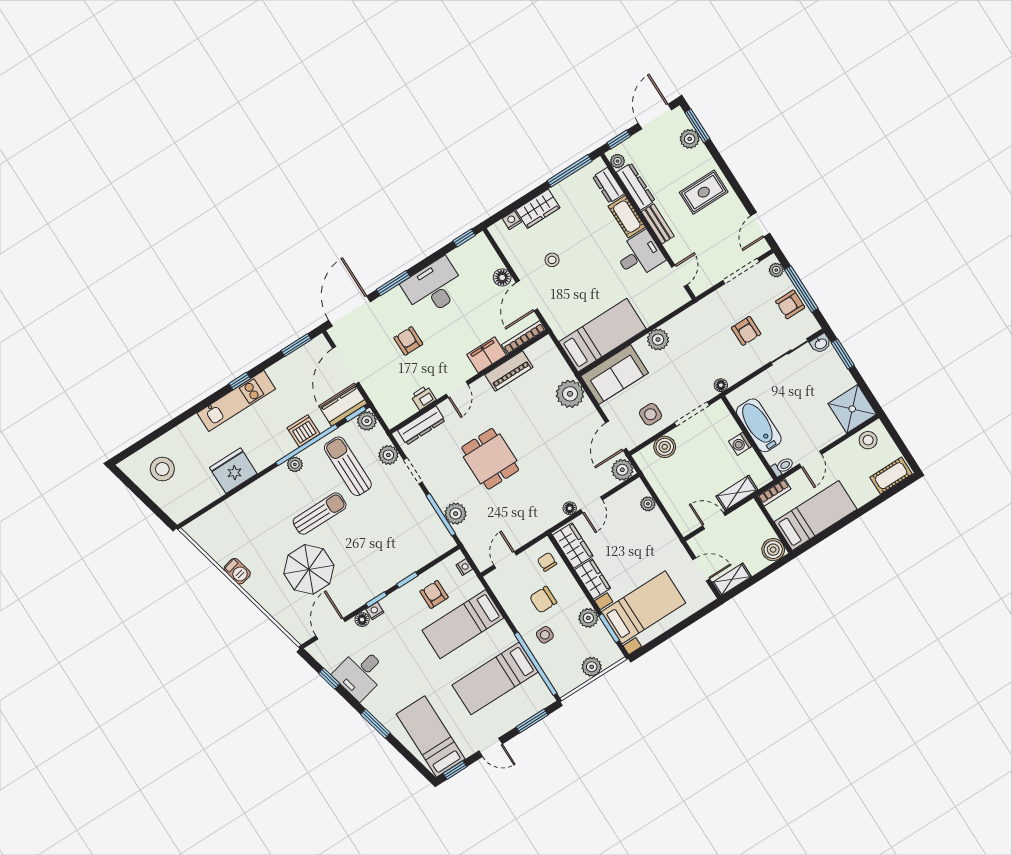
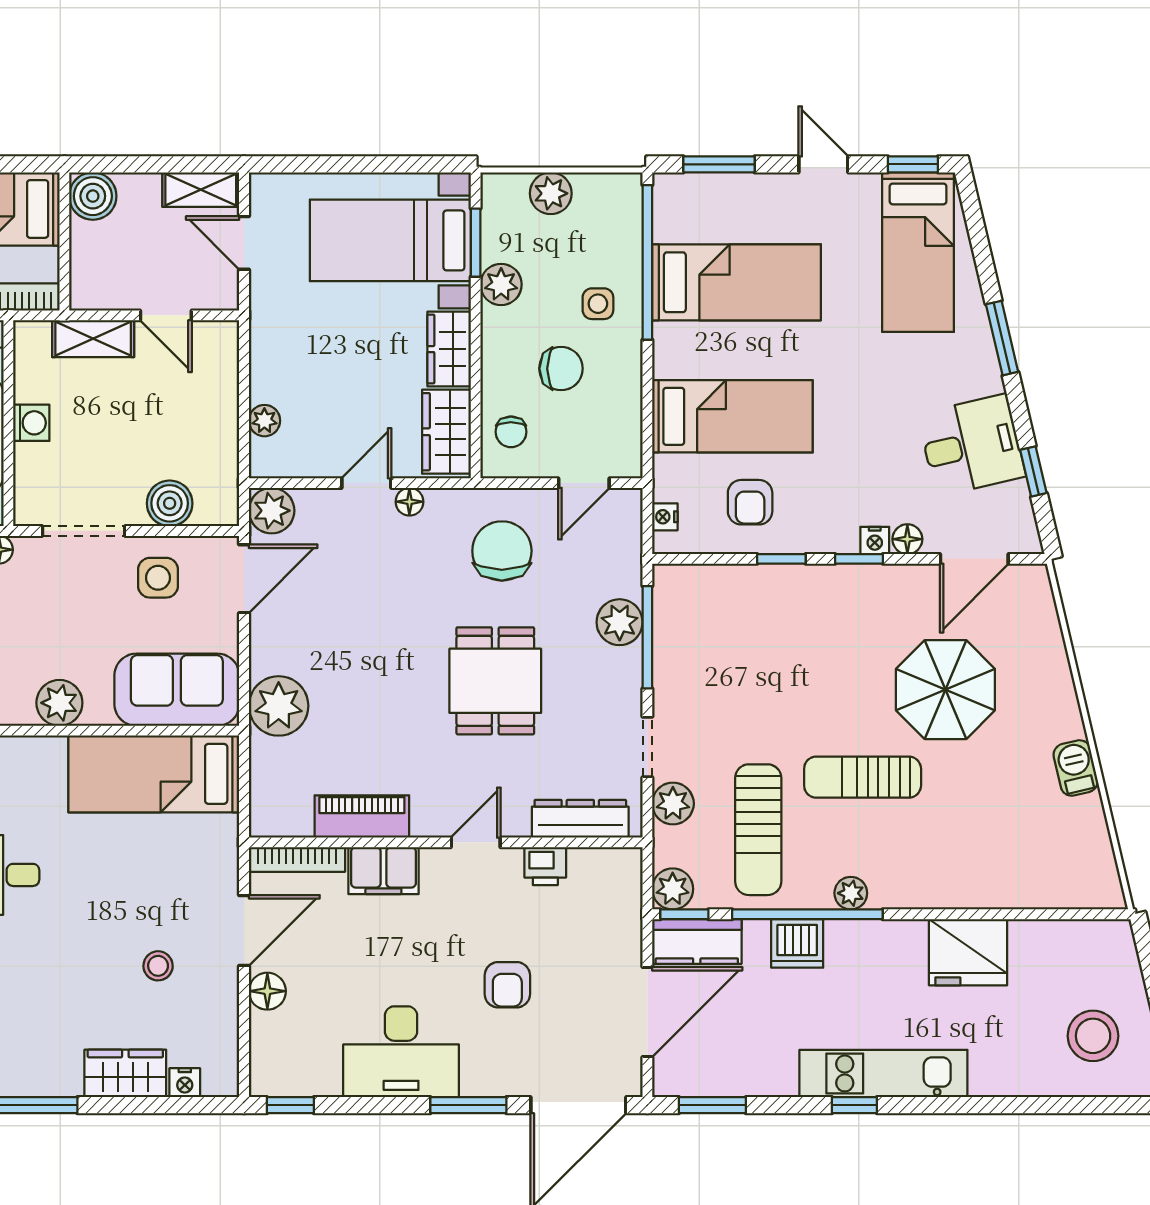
chair: (520, 512) -> (502, 551), added

